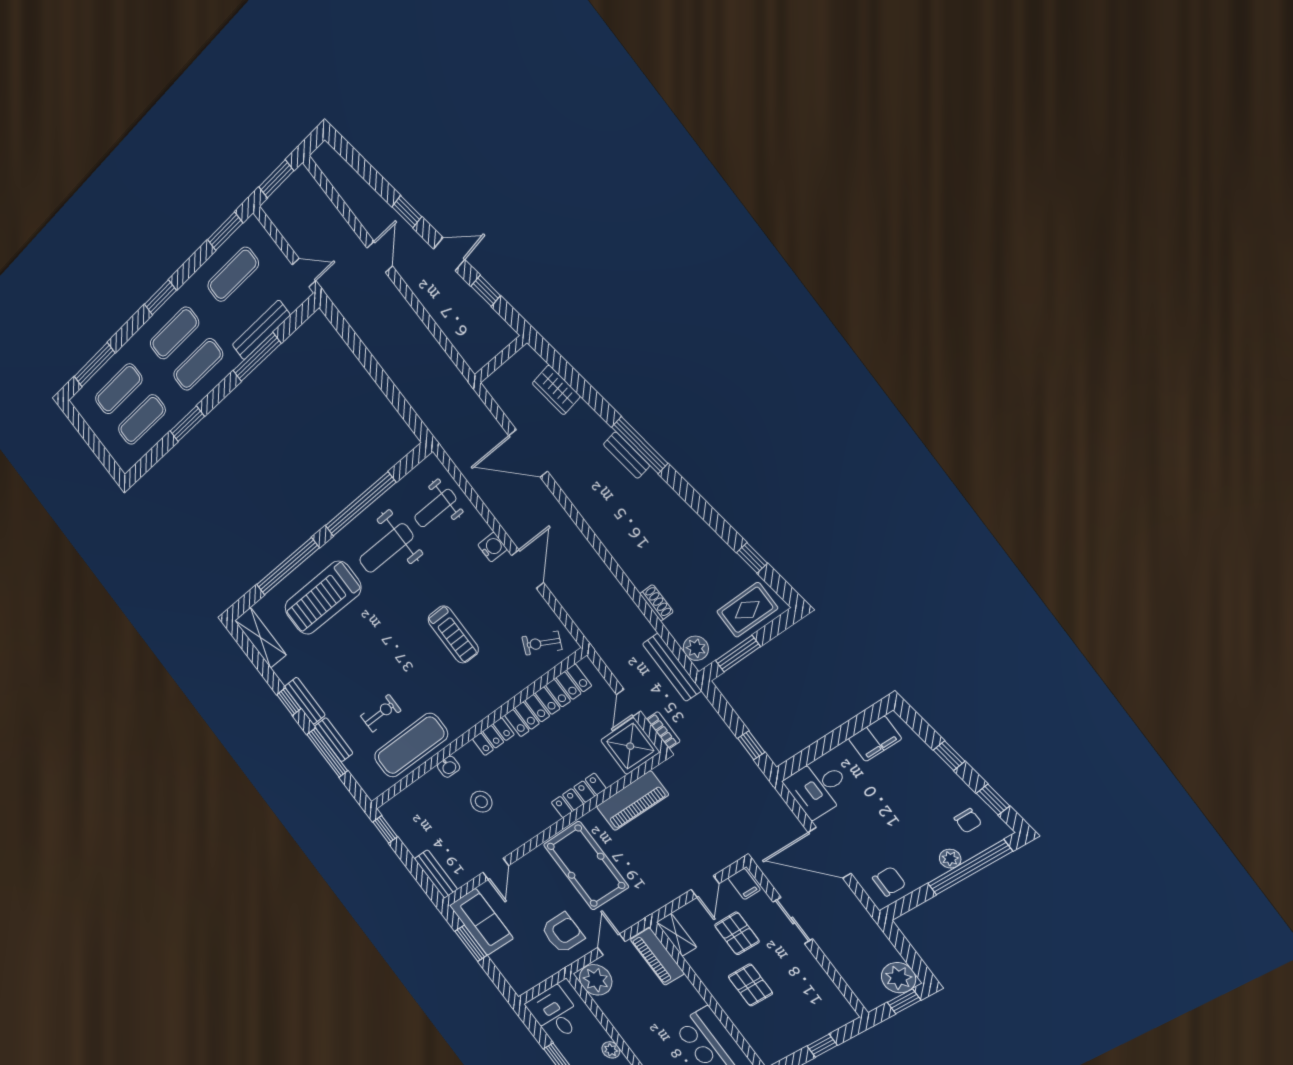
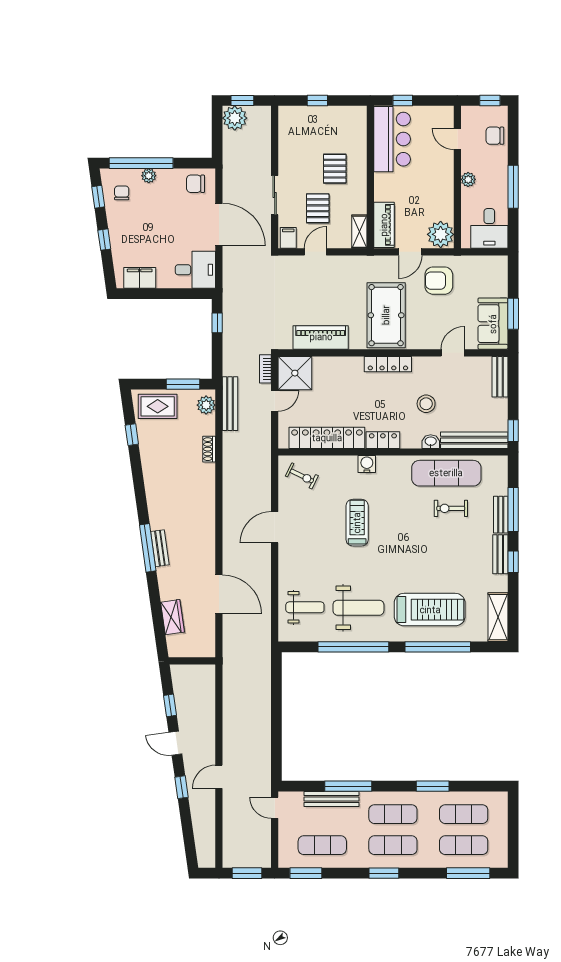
water cooler: (492, 547) -> (367, 464), moved, turned 90
bench: (411, 796) -> (474, 440), added
locker: (579, 796) -> (388, 364), moved

